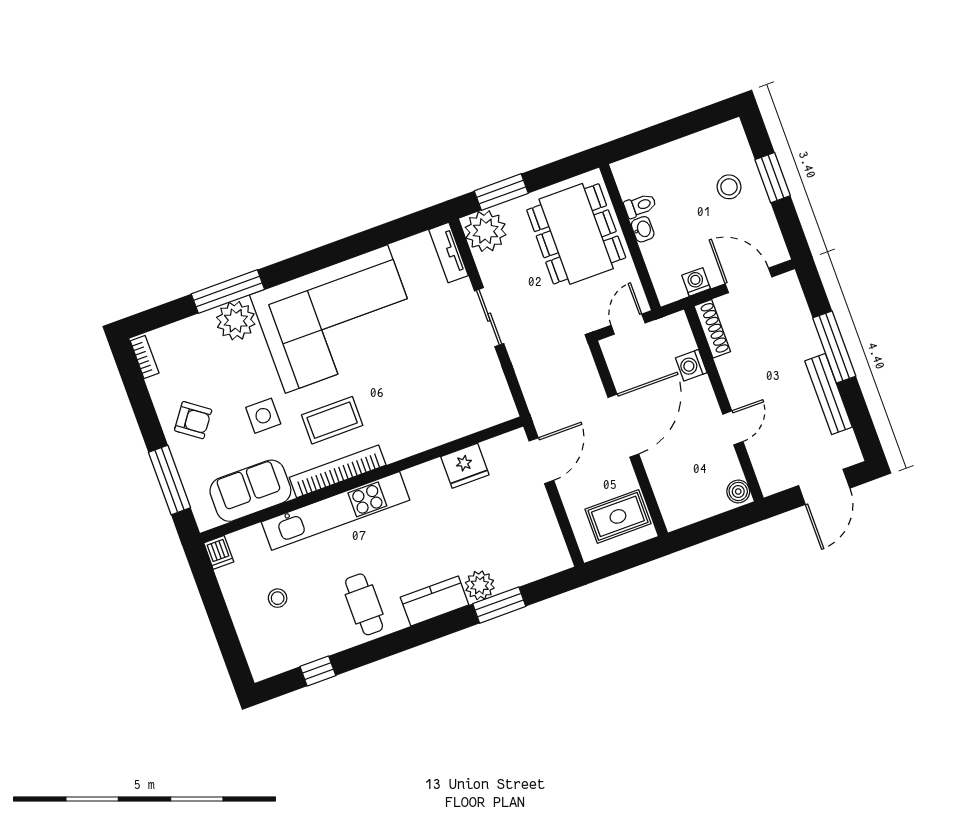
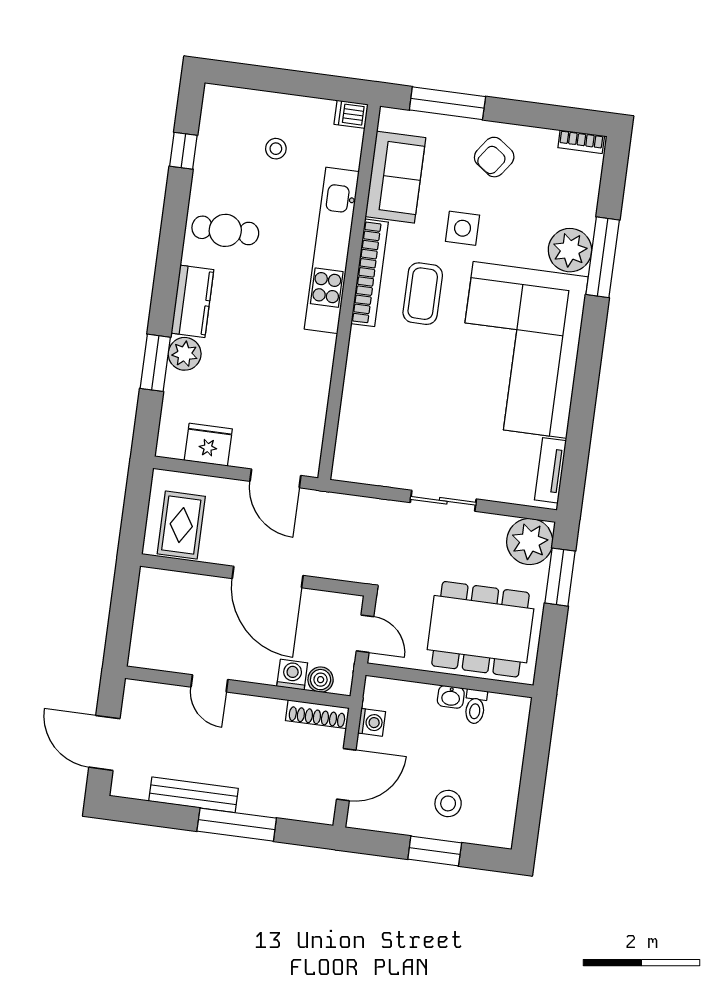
tv unit: (449, 253) -> (550, 470), moved, turned -90
fridge: (465, 466) -> (208, 445), moved, turned 90
boiler: (738, 491) -> (321, 680), moved

